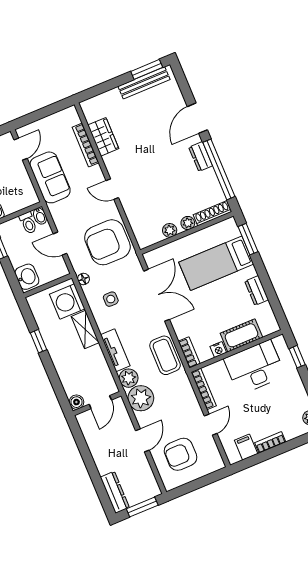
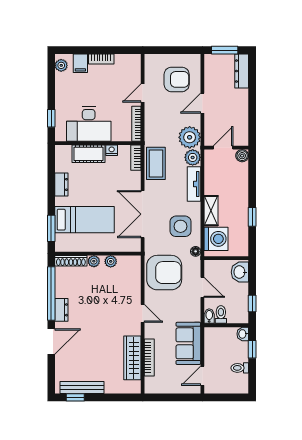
window: (147, 69) -> (75, 397), width x0.67
wardrobe: (103, 137) -> (132, 358), width x1.50
side table: (111, 299) -> (181, 226), width x1.87, depth x1.87
filing cabinet: (246, 447) -> (80, 63), moved

